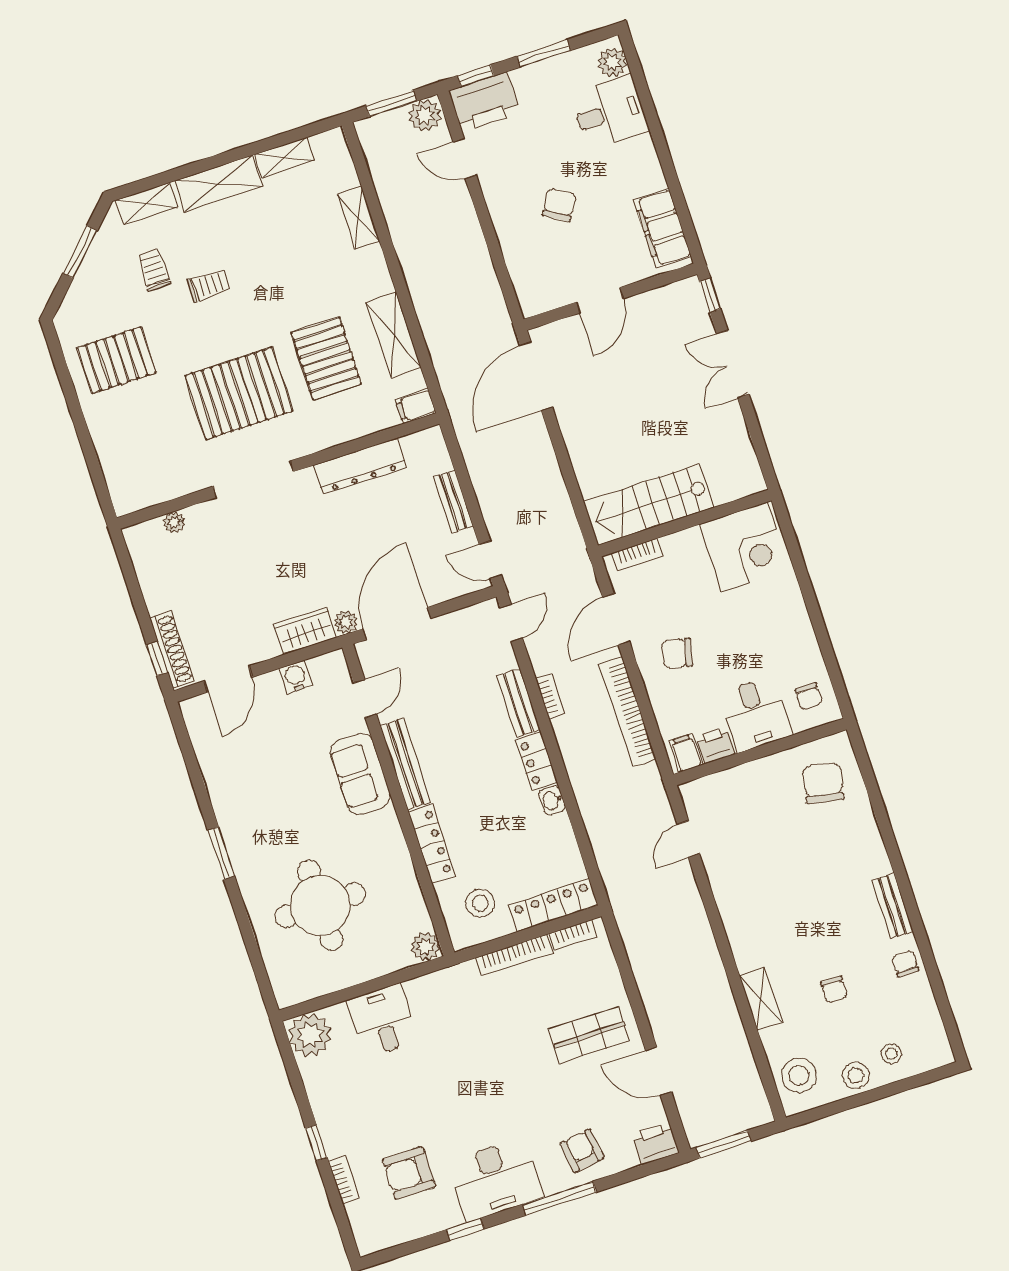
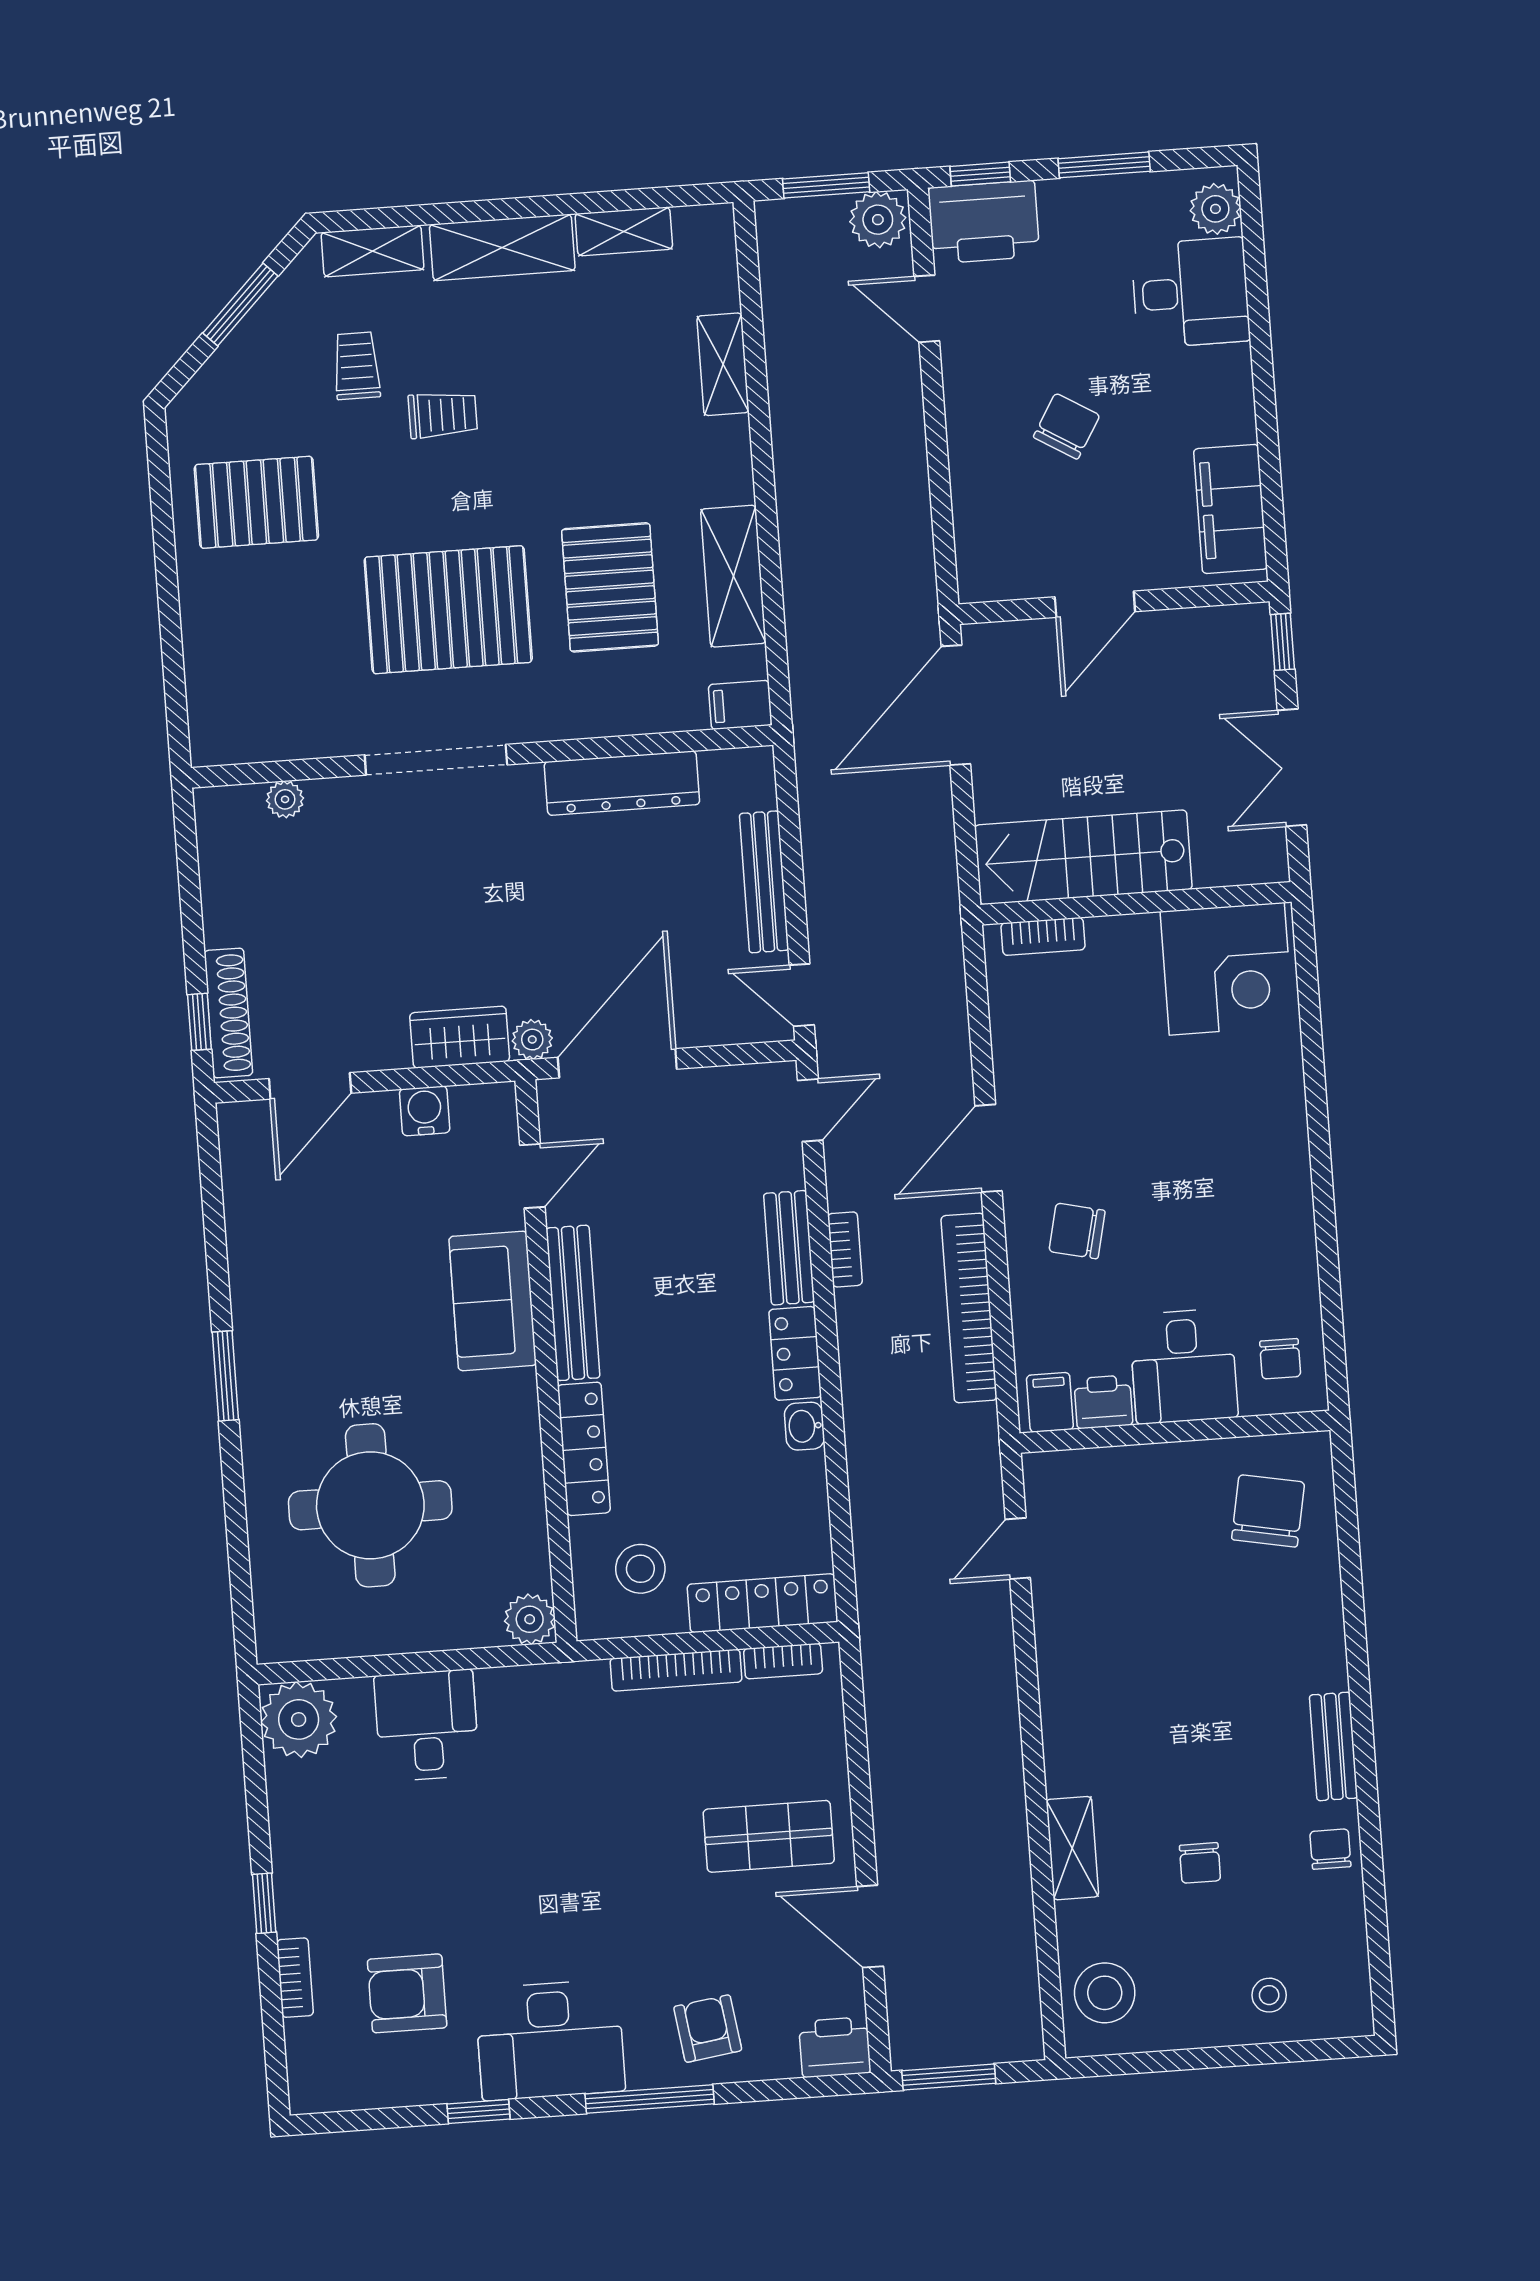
bench: (453, 502) -> (764, 882), width x1.36
stairs: (649, 505) -> (1083, 857), moved
wall: (685, 523) -> (1136, 903), moved
corner desk: (745, 547) -> (1227, 969), moved
bookcase: (637, 554) -> (1043, 936), moved
stool: (856, 1075) -> (1200, 2016), removed

